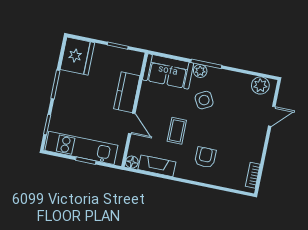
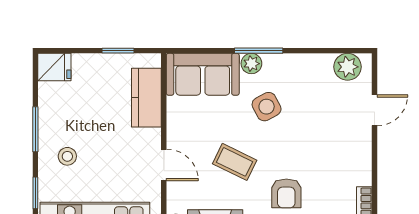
fridge: (77, 56) -> (54, 67), width x0.53, depth x0.75
kitchen counter: (127, 92) -> (146, 98), moved
stool: (72, 106) -> (67, 156), added
coffee table: (177, 131) -> (235, 162), turned -64
armchair: (205, 157) -> (286, 193), turned 180

